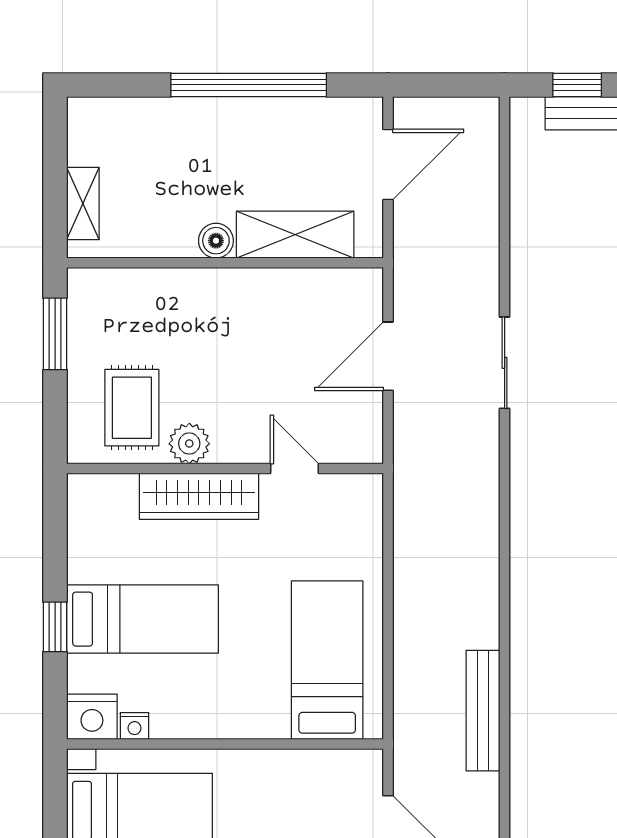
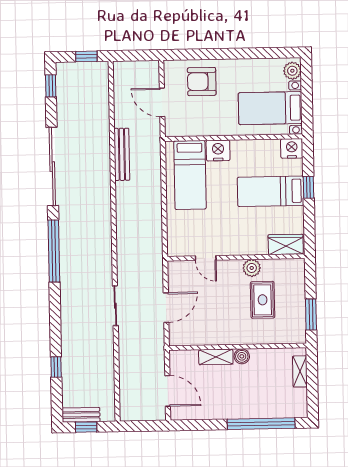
window: (249, 85) -> (261, 424), moved
door: (388, 164) -> (168, 391), swing flipped
shelving: (295, 235) -> (216, 357), width x0.67, depth x0.75
rug: (132, 408) -> (263, 300), moved
wardrobe: (199, 496) -> (286, 244), moved, width x0.67
nightstand: (134, 726) -> (218, 150), moved, width x1.89, depth x1.79

